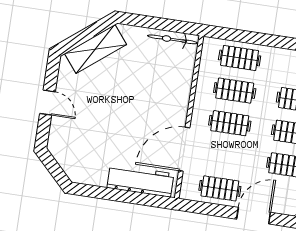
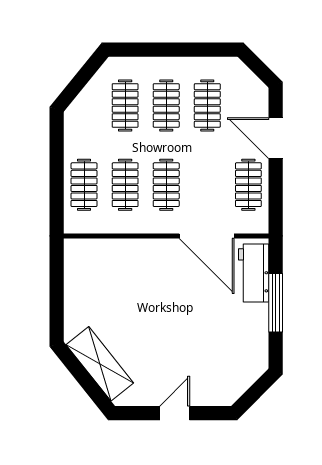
bicycle: (172, 39) -> (74, 271), removed
workbench: (140, 181) -> (254, 273), width x0.73
window: (123, 196) -> (276, 303), added

